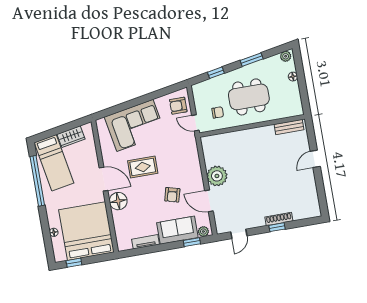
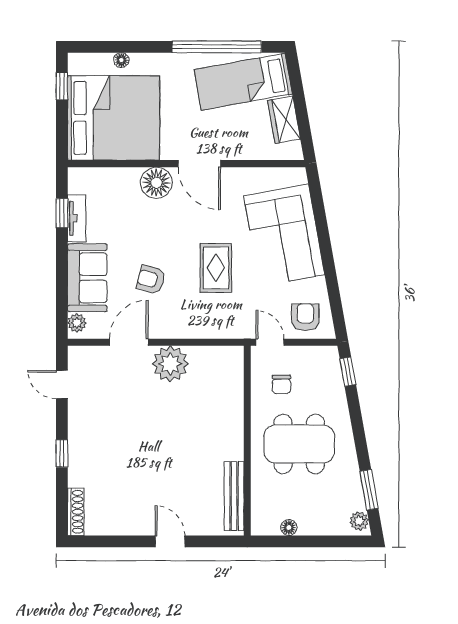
window: (252, 60) -> (369, 490), moved
window: (216, 73) -> (348, 372), moved
floor lamp: (293, 77) -> (289, 528), moved
dining table: (249, 97) -> (299, 444), turned 90
door: (195, 123) -> (270, 342), hinge flipped
bench: (289, 127) -> (234, 496), width x1.36
rug: (143, 167) -> (216, 268), moved
door: (103, 179) -> (199, 164), hinge flipped
shoe rack: (279, 219) -> (76, 512), moved
window: (192, 242) -> (62, 213), moved

